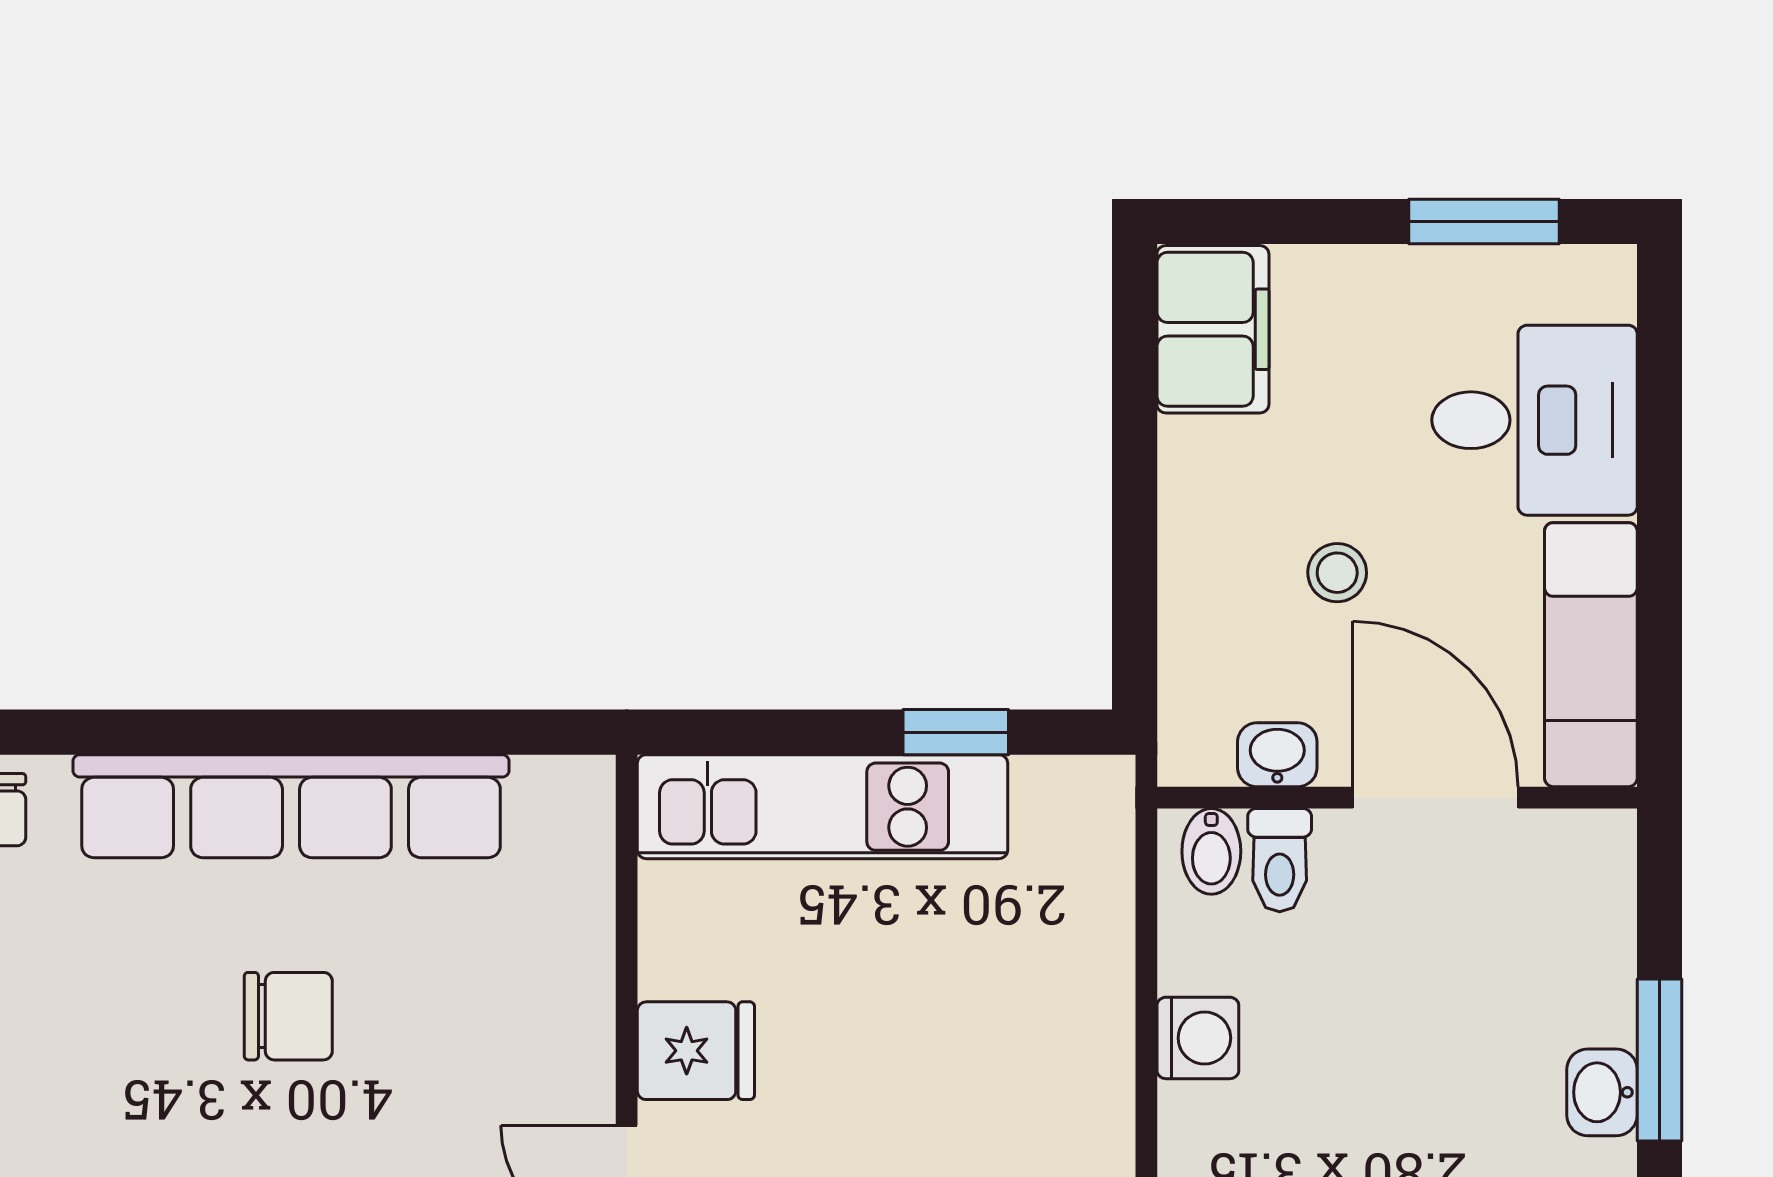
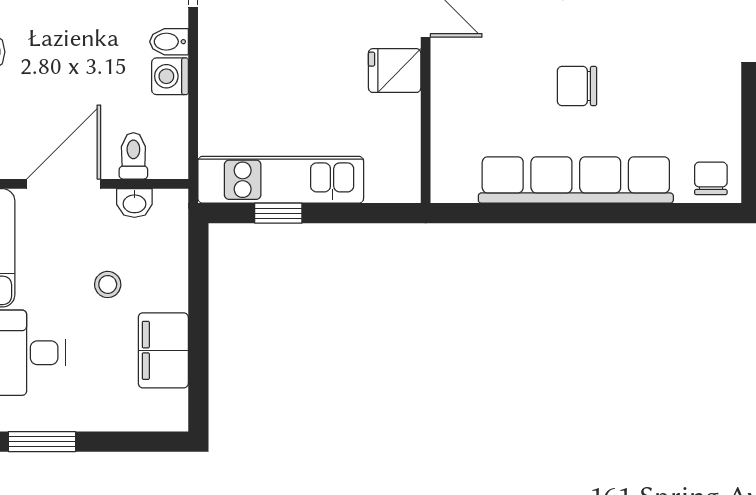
filing cabinet: (1213, 329) -> (163, 350), moved
door: (1435, 798) -> (64, 184), swing flipped
kitchen unit: (823, 807) -> (281, 180), moved
bidet: (1211, 851) -> (169, 42), moved, turned -90

